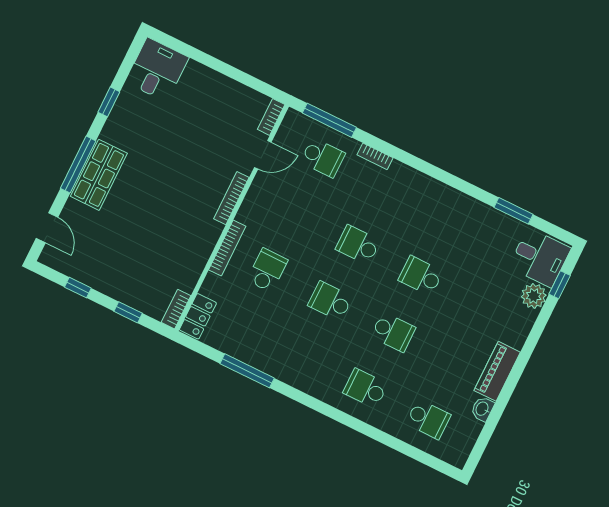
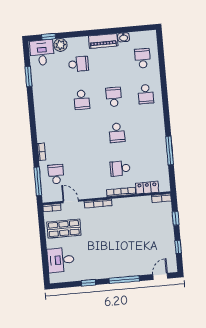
desk: (157, 70) -> (61, 260), moved
shop shelf: (99, 175) -> (64, 229), moved
school desk: (358, 245) -> (78, 64), moved, turned -90
locker: (198, 316) -> (147, 188), moved

